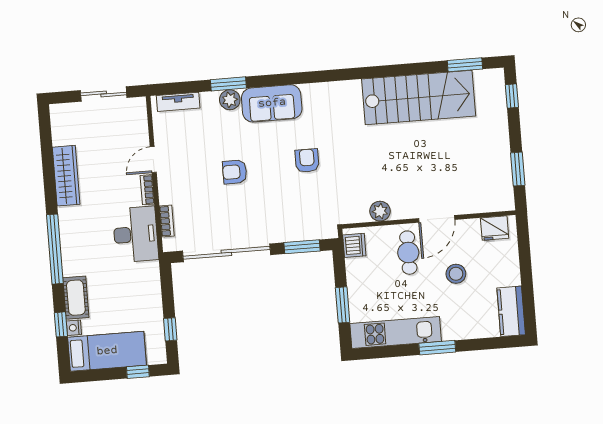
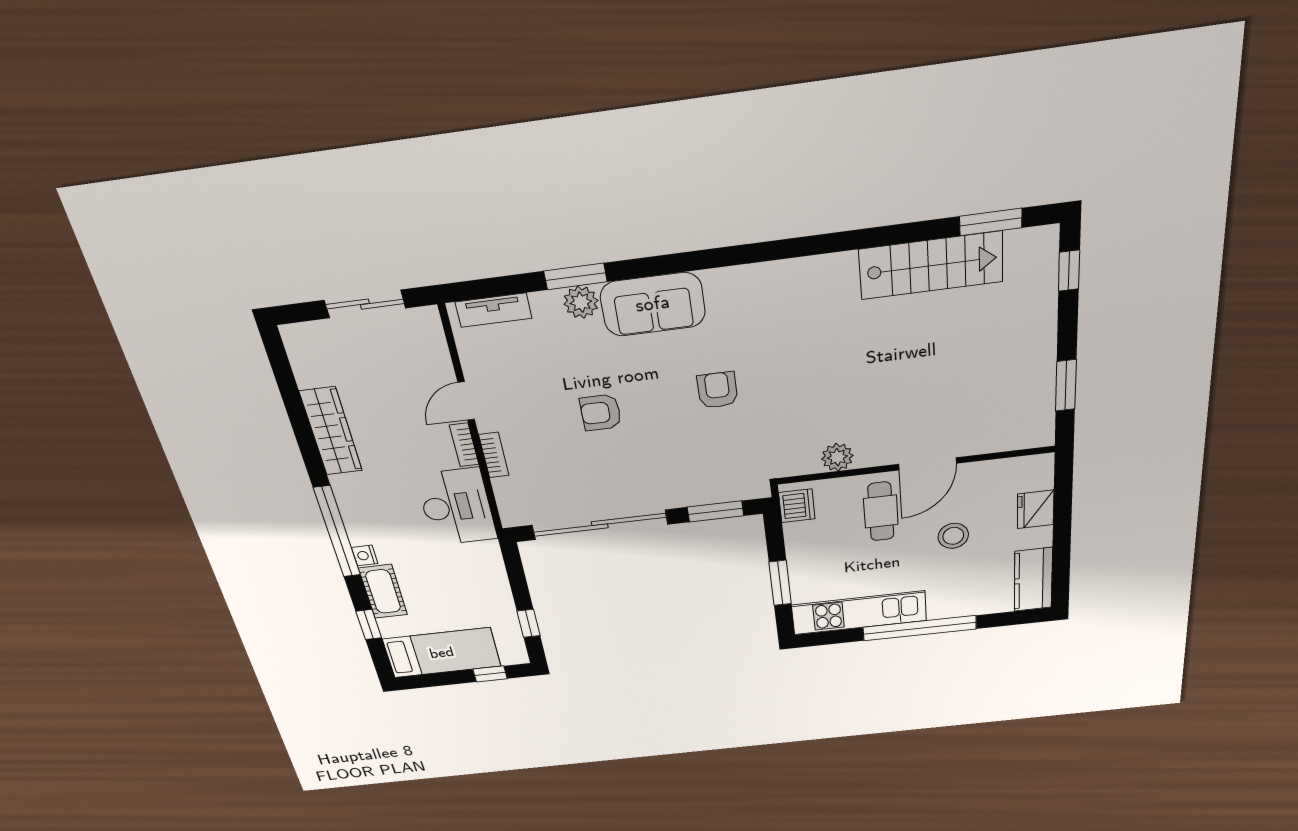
stairs: (419, 97) -> (931, 266), width x0.73, depth x0.66
bookcase: (167, 221) -> (494, 455), moved
fridge: (495, 228) -> (1036, 509), moved, turned 90
nightstand: (74, 328) -> (365, 555), moved
window: (437, 348) -> (920, 628), width x2.11

